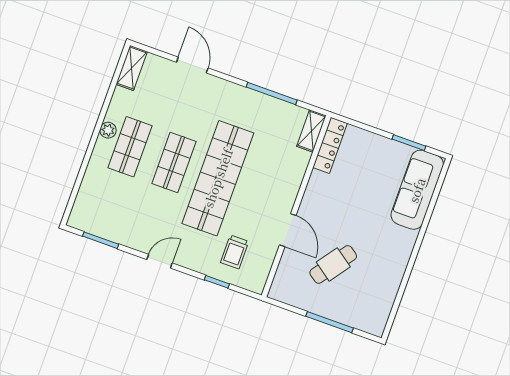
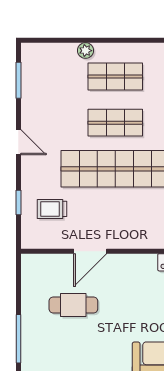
plant: (108, 130) -> (85, 51), moved
cafe table: (333, 264) -> (73, 305), turned -36
window: (330, 322) -> (18, 339), moved

